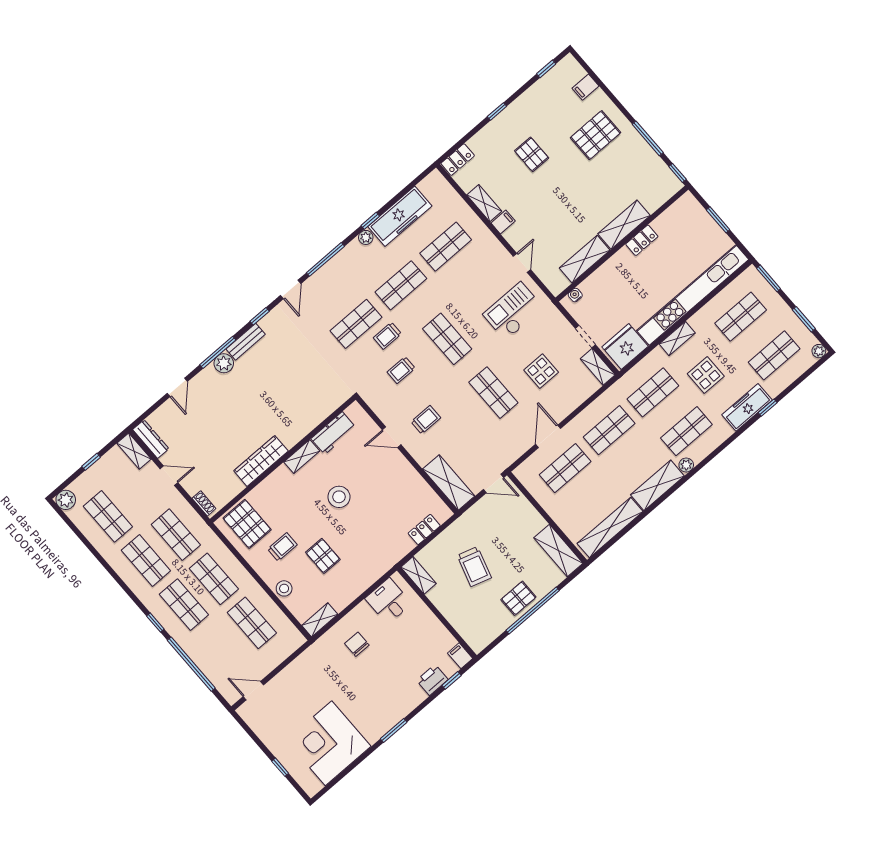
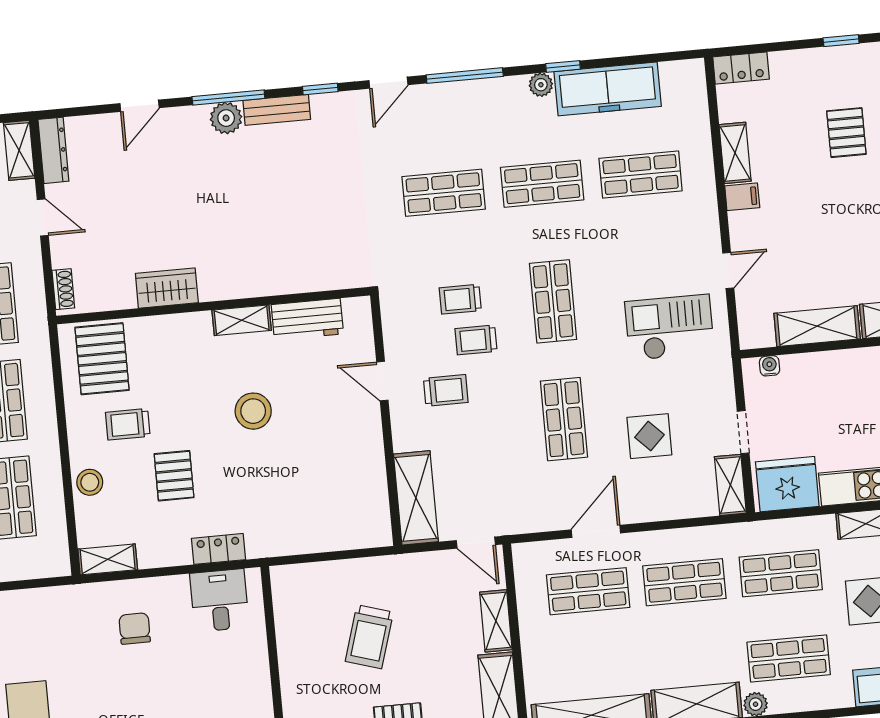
trolley: (387, 336) -> (476, 340), moved
wardrobe: (261, 461) -> (167, 288), width x0.67
locker: (424, 529) -> (219, 549), moved
trolley: (282, 547) -> (128, 424), turned 180
shelving: (419, 575) -> (496, 621), moved

